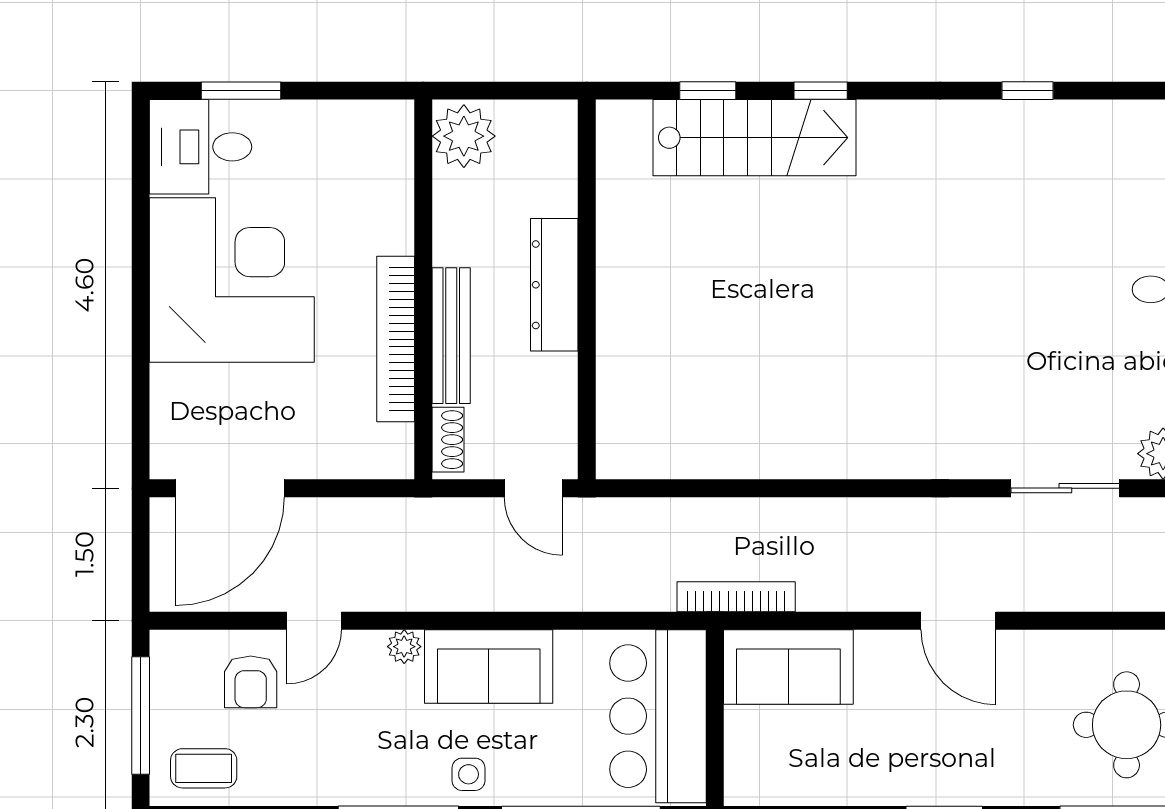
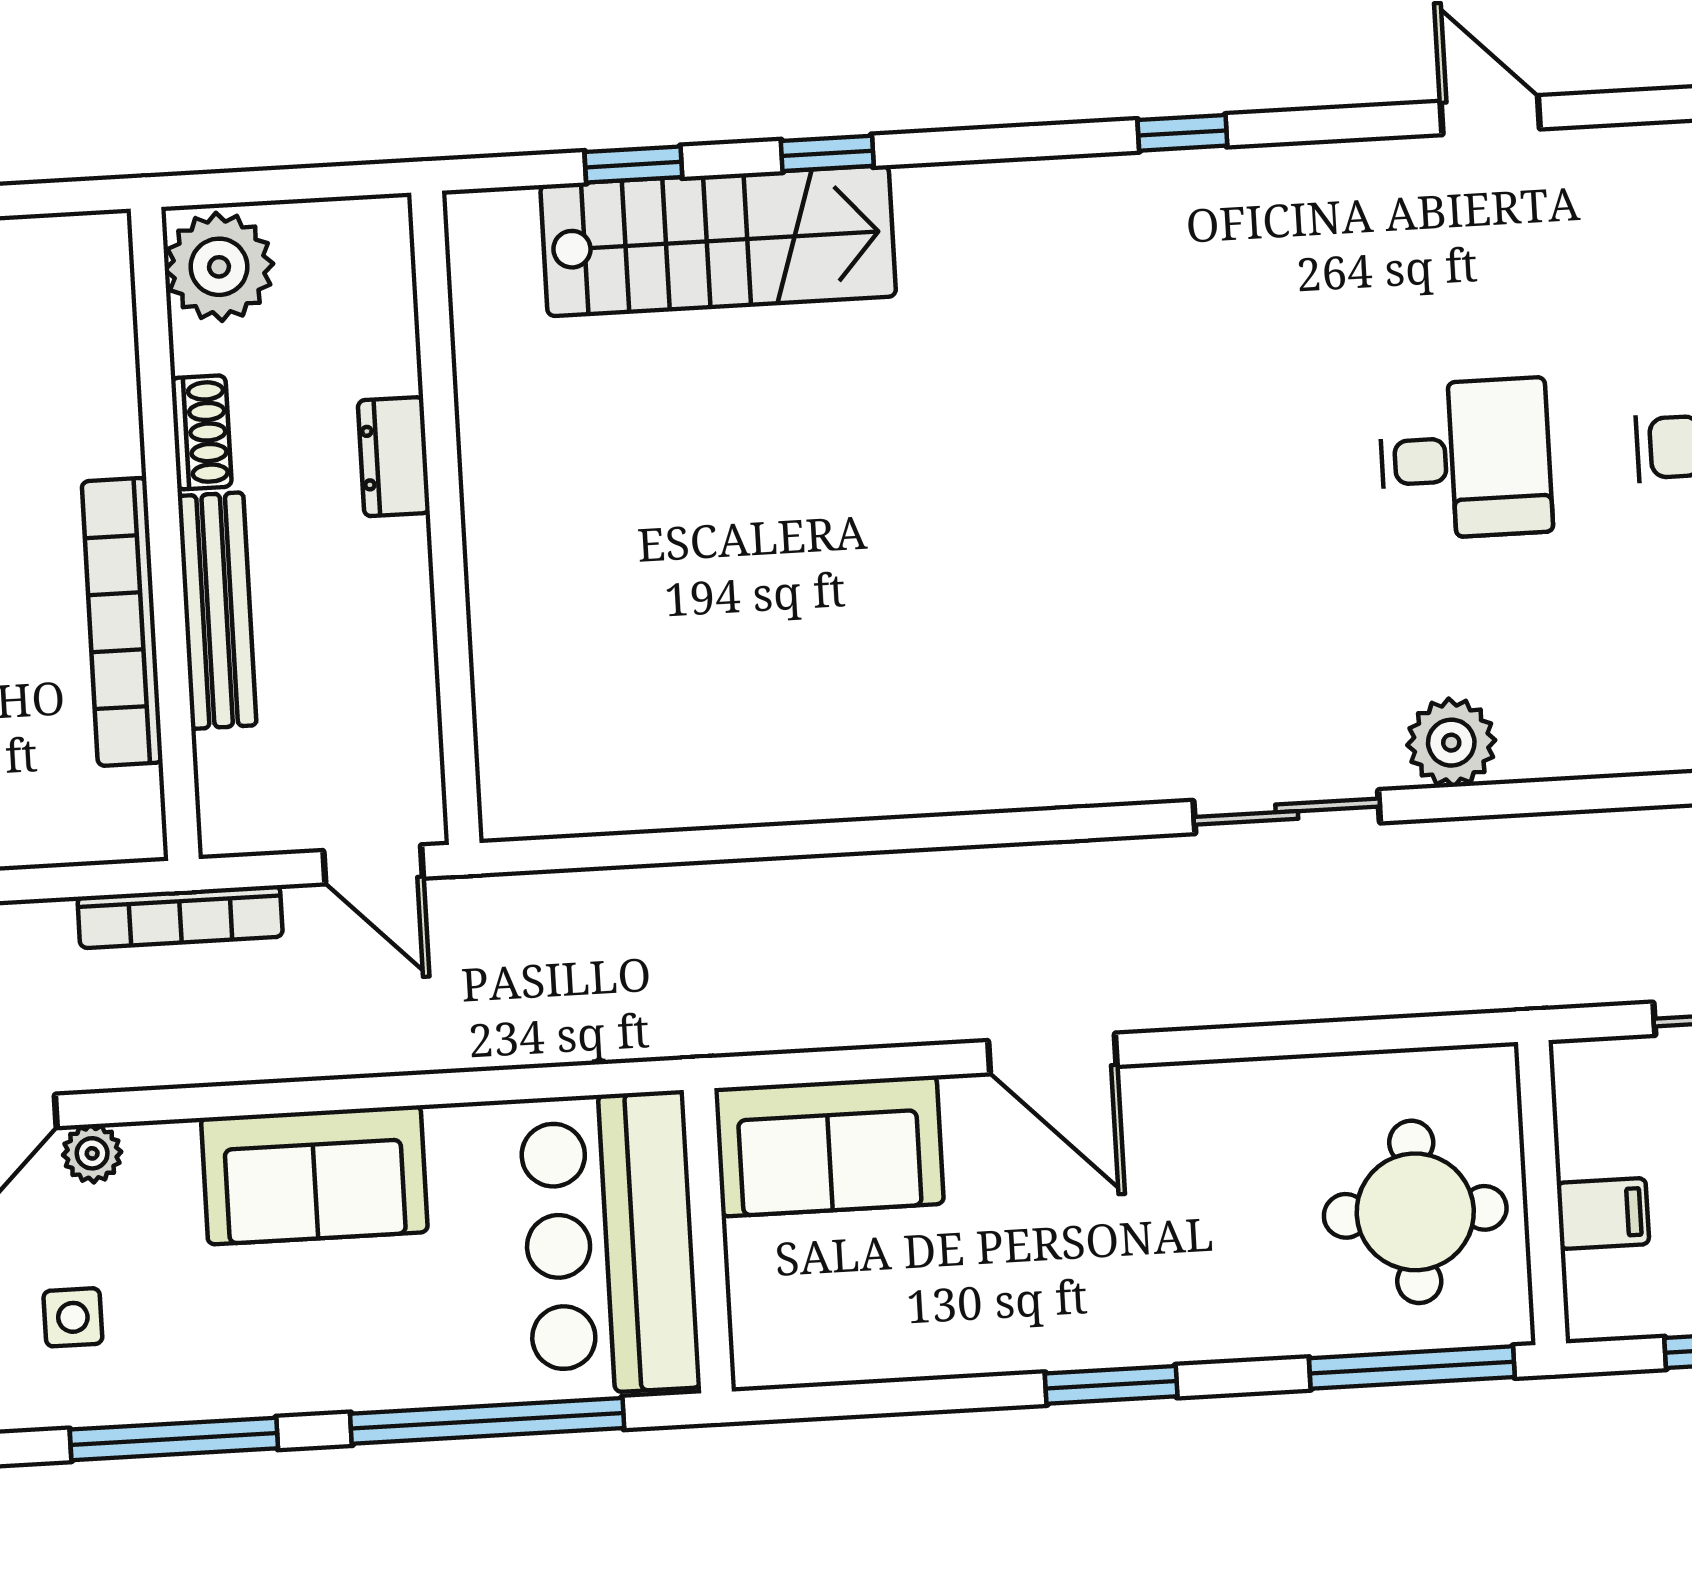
dresser: (554, 285) -> (394, 457), width x0.51, depth x0.80
shoe rack: (448, 440) -> (201, 432), moved
bookcase: (736, 597) -> (180, 917), moved, turned 180
door: (958, 621) -> (1052, 1053), moved
plant: (404, 647) -> (92, 1153), moved
side table: (469, 774) -> (73, 1317), moved

